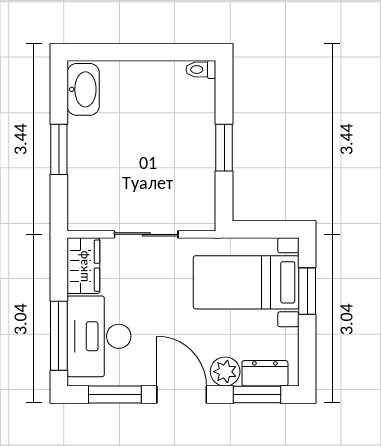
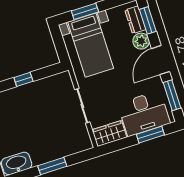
window: (224, 148) -> (23, 79), width x0.67
window: (59, 336) -> (150, 135), width x0.69

